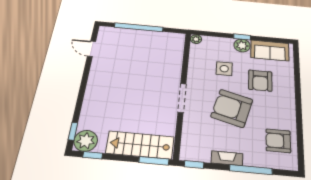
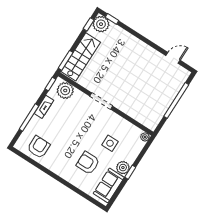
armchair: (232, 108) -> (77, 131), removed
plant: (192, 143) -> (65, 90), added

